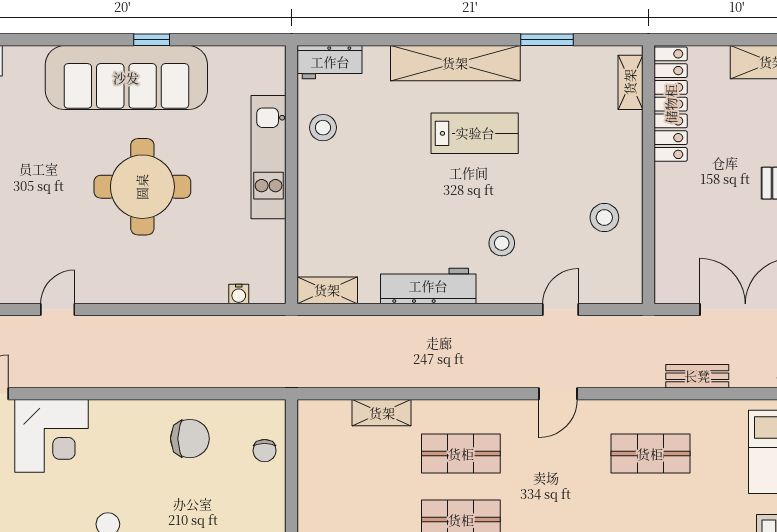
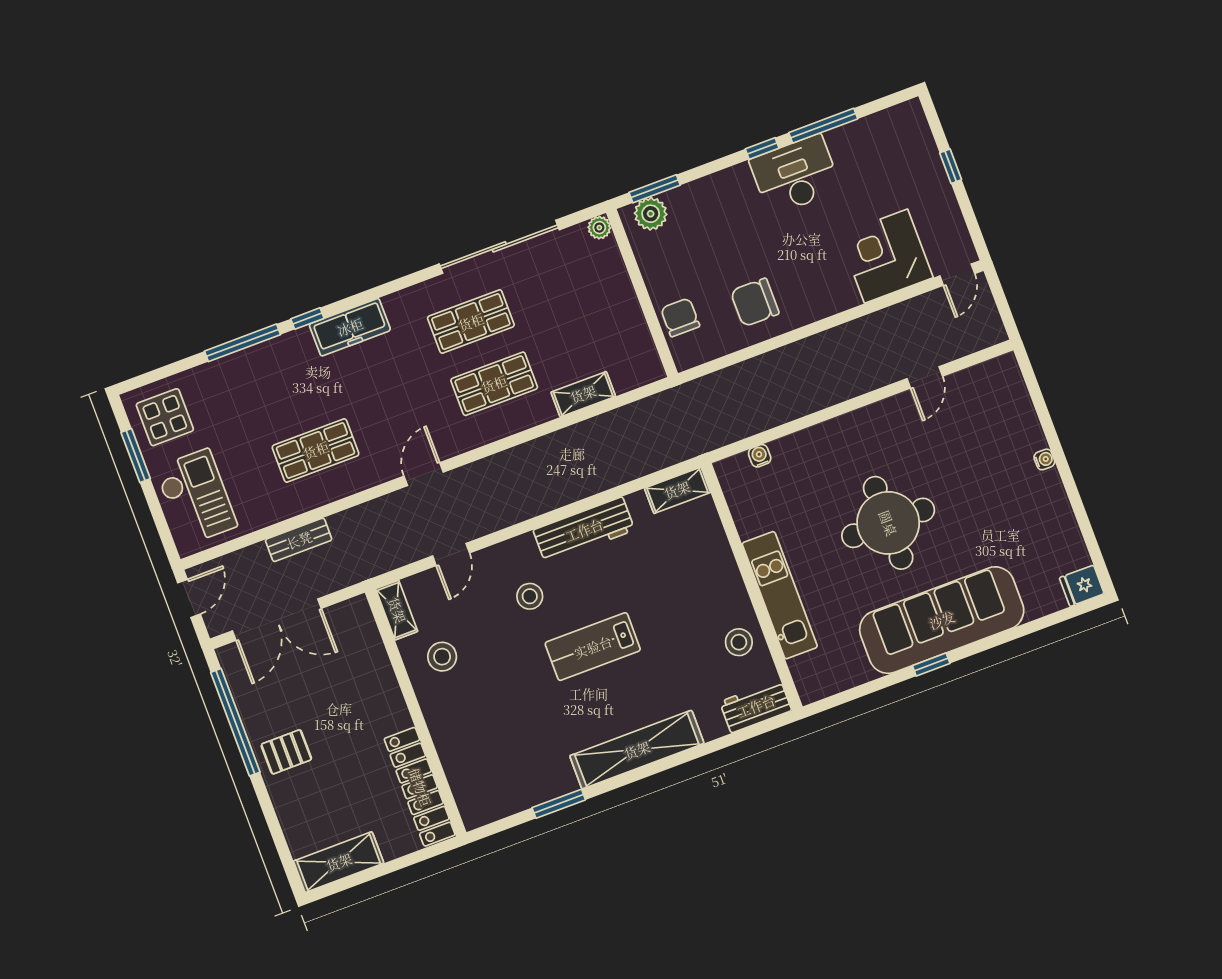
shelving: (630, 82) -> (397, 610), moved
lab bench: (475, 133) -> (593, 647), moved
chair: (265, 451) -> (680, 317), width x1.37, depth x1.37

